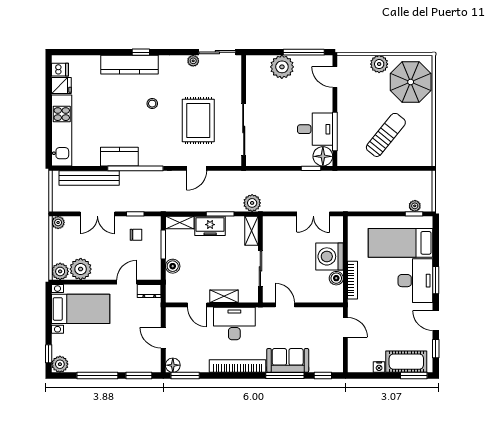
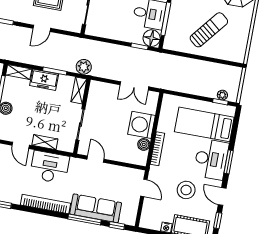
stool: (394, 321) -> (186, 190), added
sofa: (288, 360) -> (96, 208), width x1.36

